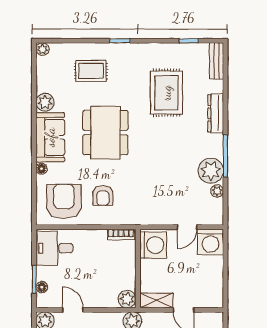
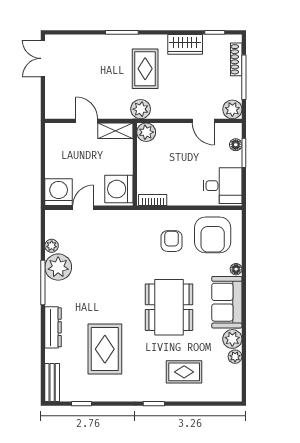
plant: (43, 49) -> (235, 357), moved

